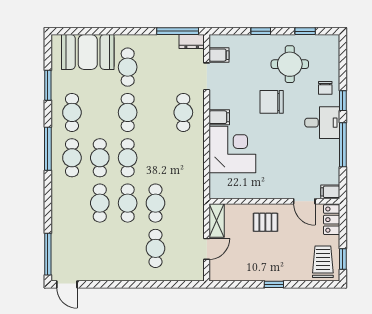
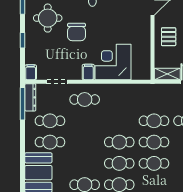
dresser: (192, 41) -> (30, 97), width x1.44
filing cabinet: (219, 55) -> (31, 72), moved
cafe table: (128, 112) -> (50, 121), moved

